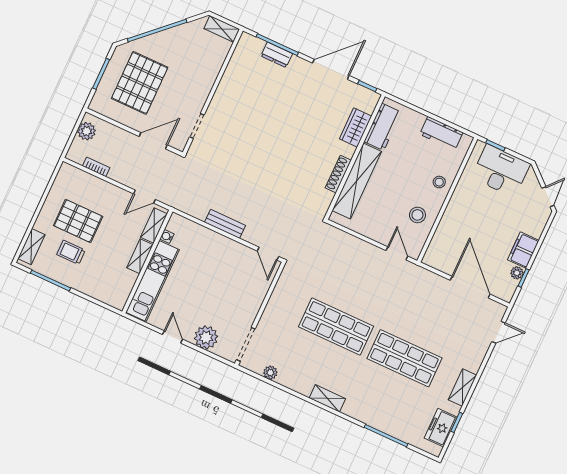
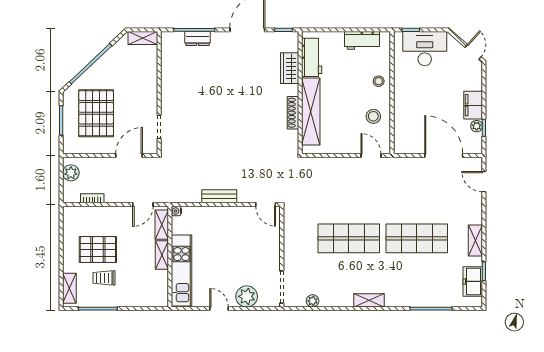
water cooler: (167, 236) -> (176, 211), moved
door: (498, 332) -> (484, 182), swing flipped

